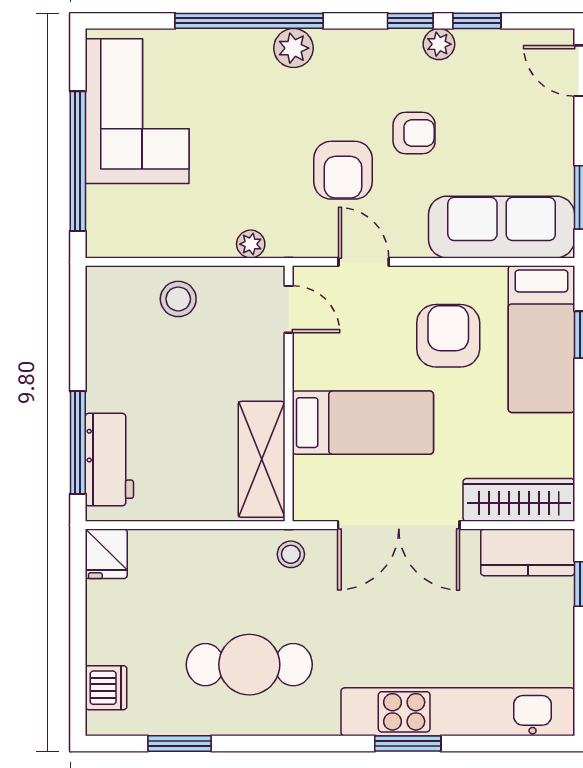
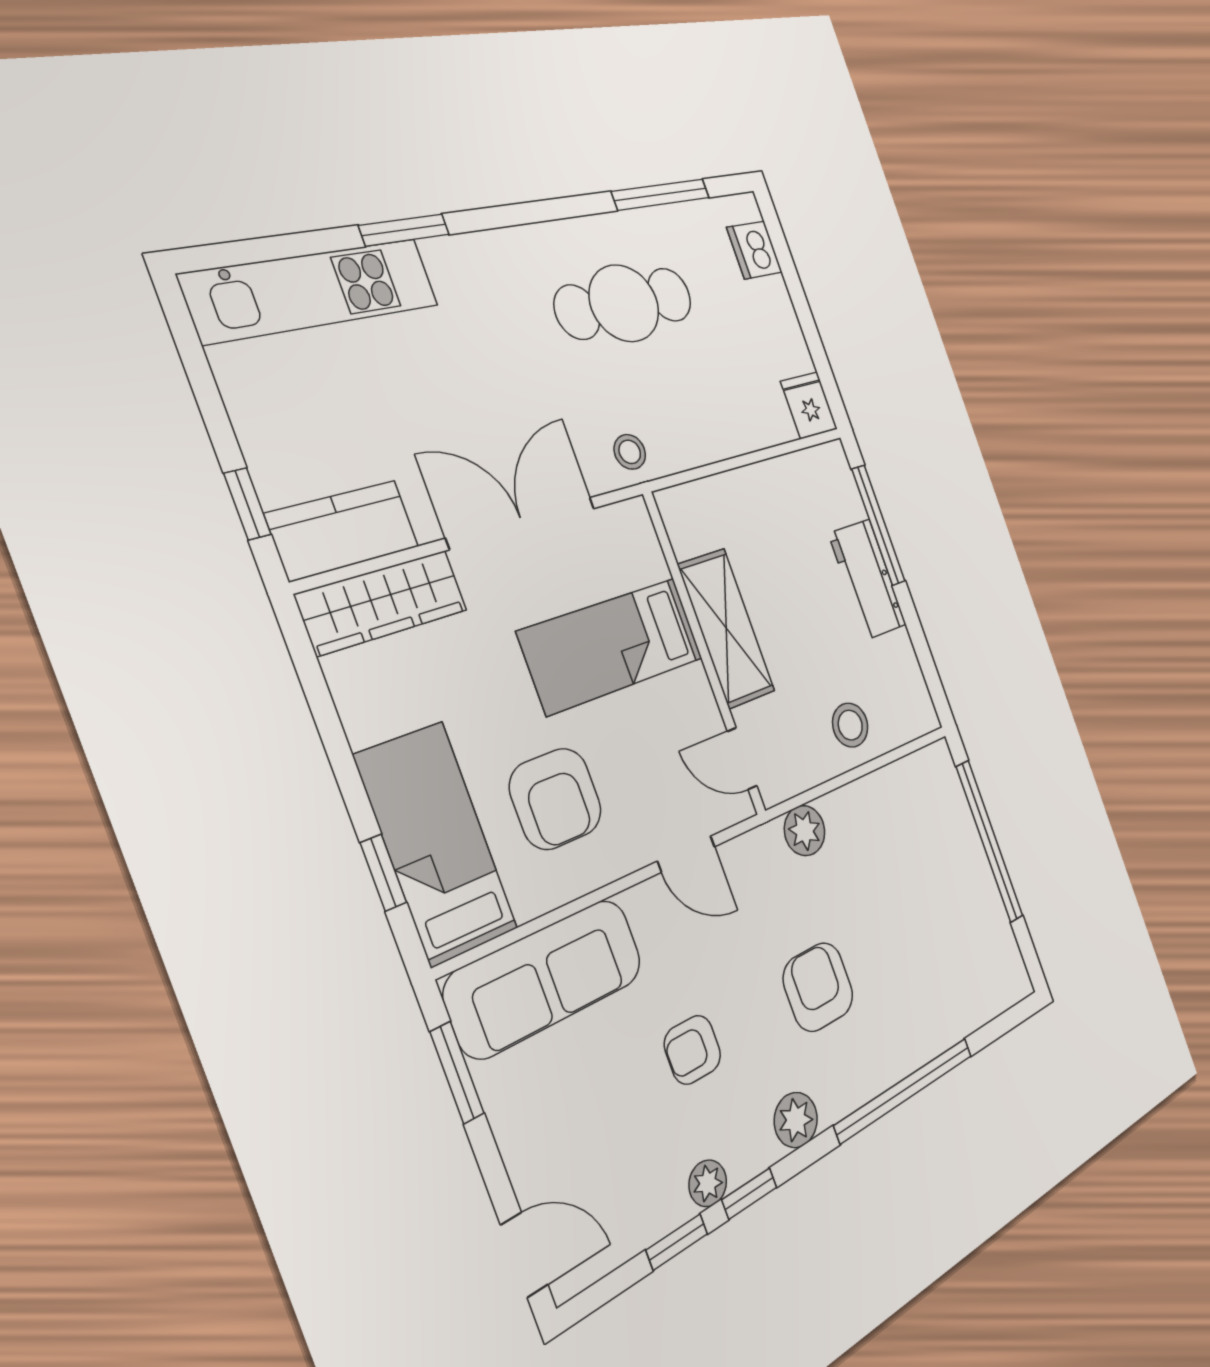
plant: (293, 48) -> (796, 1120), moved
corner sofa: (137, 111) -> (962, 924), removed
armchair: (343, 170) -> (818, 987), moved
plant: (251, 244) -> (805, 831), width x1.38, depth x1.38
shelving: (262, 459) -> (726, 628), moved
workbench: (109, 460) -> (867, 579), moved
kitchen unit: (458, 712) -> (313, 290), width x0.73
window: (180, 743) -> (661, 195), width x1.44

